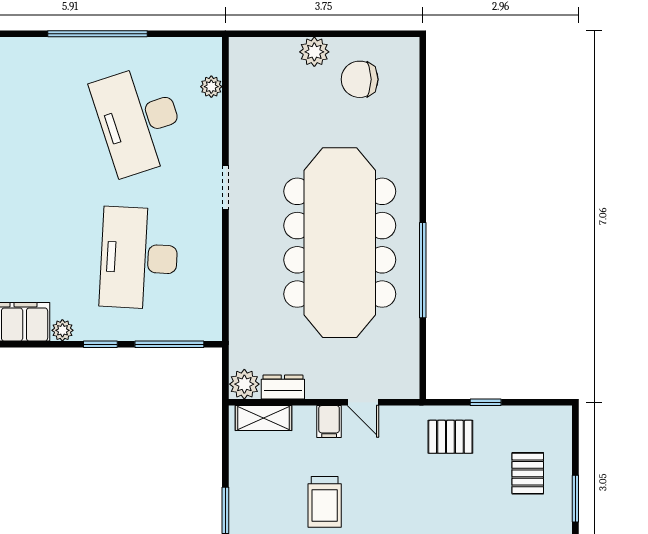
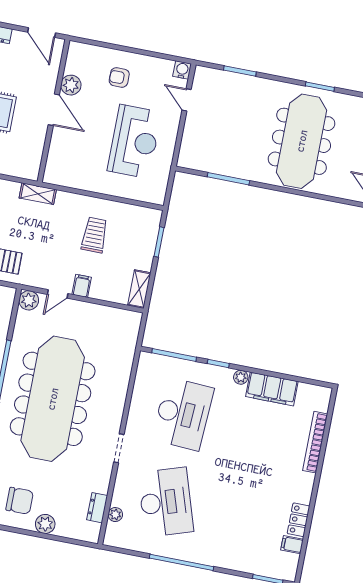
plant: (244, 384) -> (29, 300), moved
dresser: (283, 387) -> (97, 508), moved, turned 90
door: (363, 402) -> (58, 294), swing flipped
shelving: (264, 418) -> (139, 289), moved, turned 90

